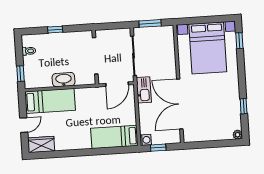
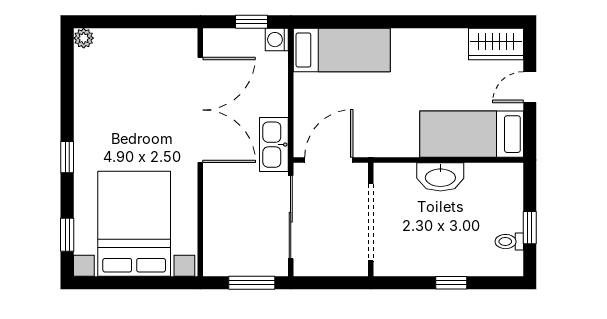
window: (20, 74) -> (530, 228), moved
window: (244, 106) -> (67, 157), moved

